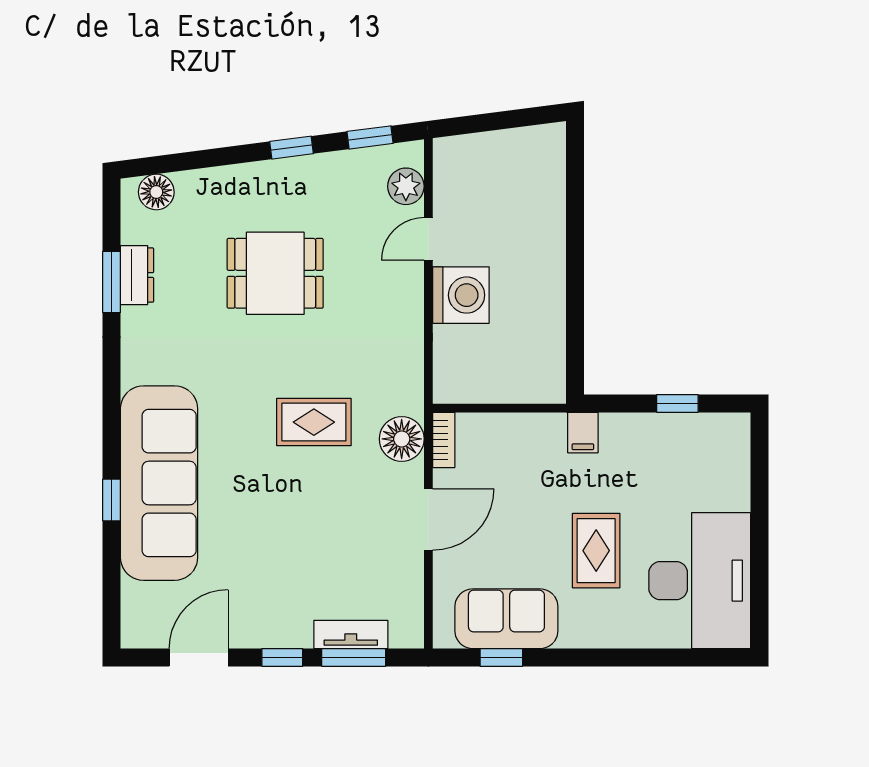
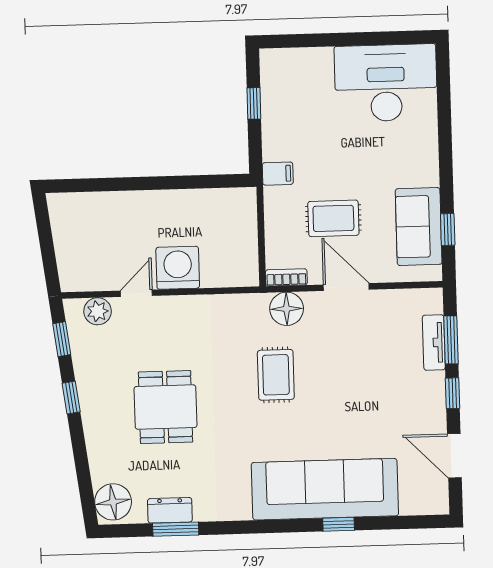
floor lamp: (156, 192) -> (113, 502), width x1.38, depth x1.38
door: (428, 239) -> (136, 293), swing flipped
rug: (596, 551) -> (333, 218), moved

